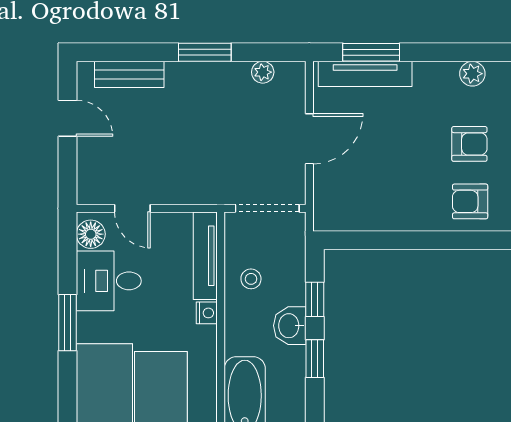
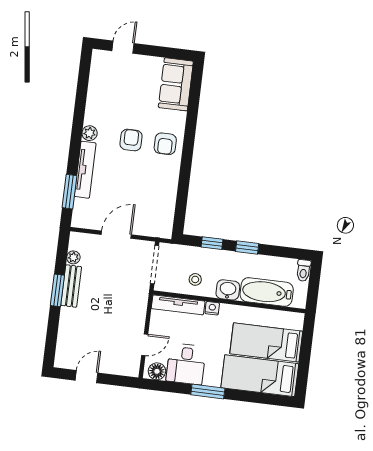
bench: (129, 74) -> (71, 286), moved
tv unit: (365, 74) -> (85, 170), moved
door: (309, 139) -> (116, 235), hinge flipped
washbasin: (290, 326) -> (228, 290), moved, turned 180

